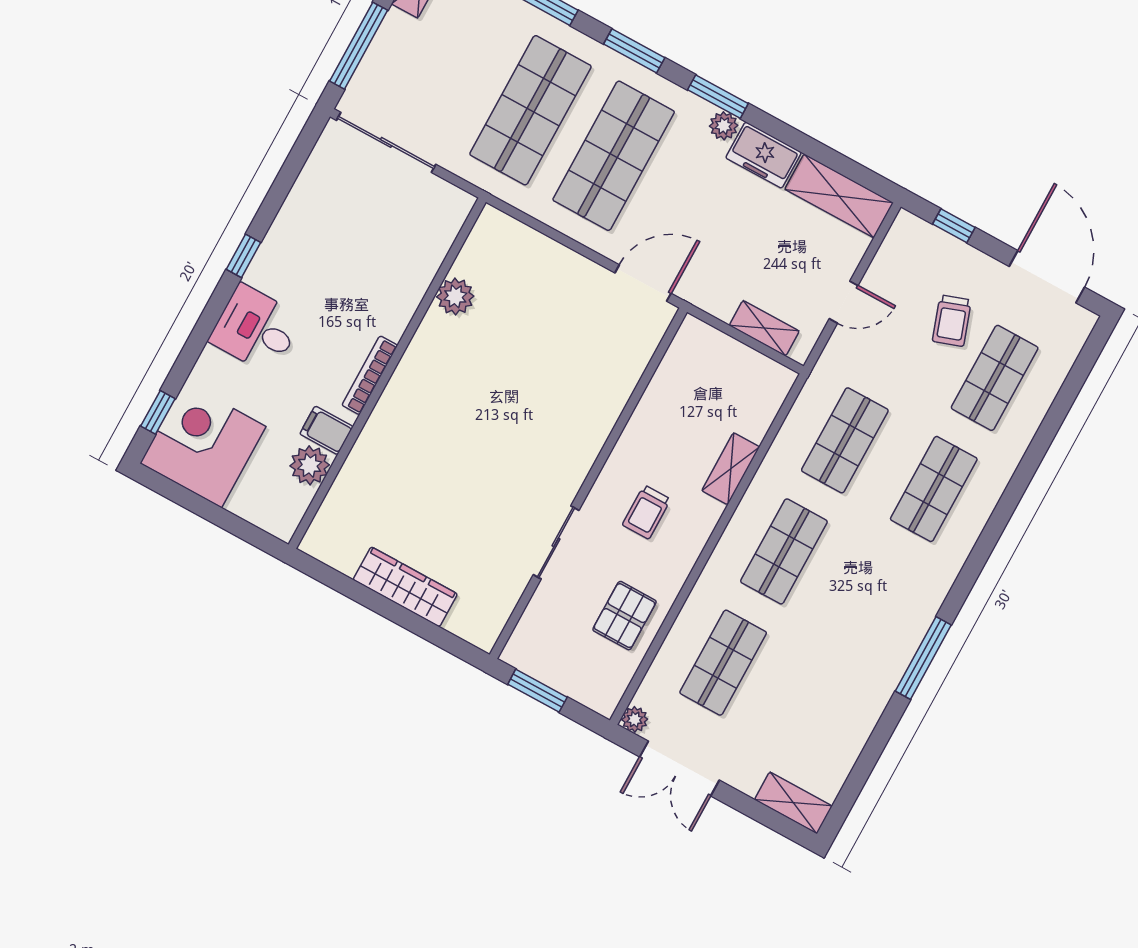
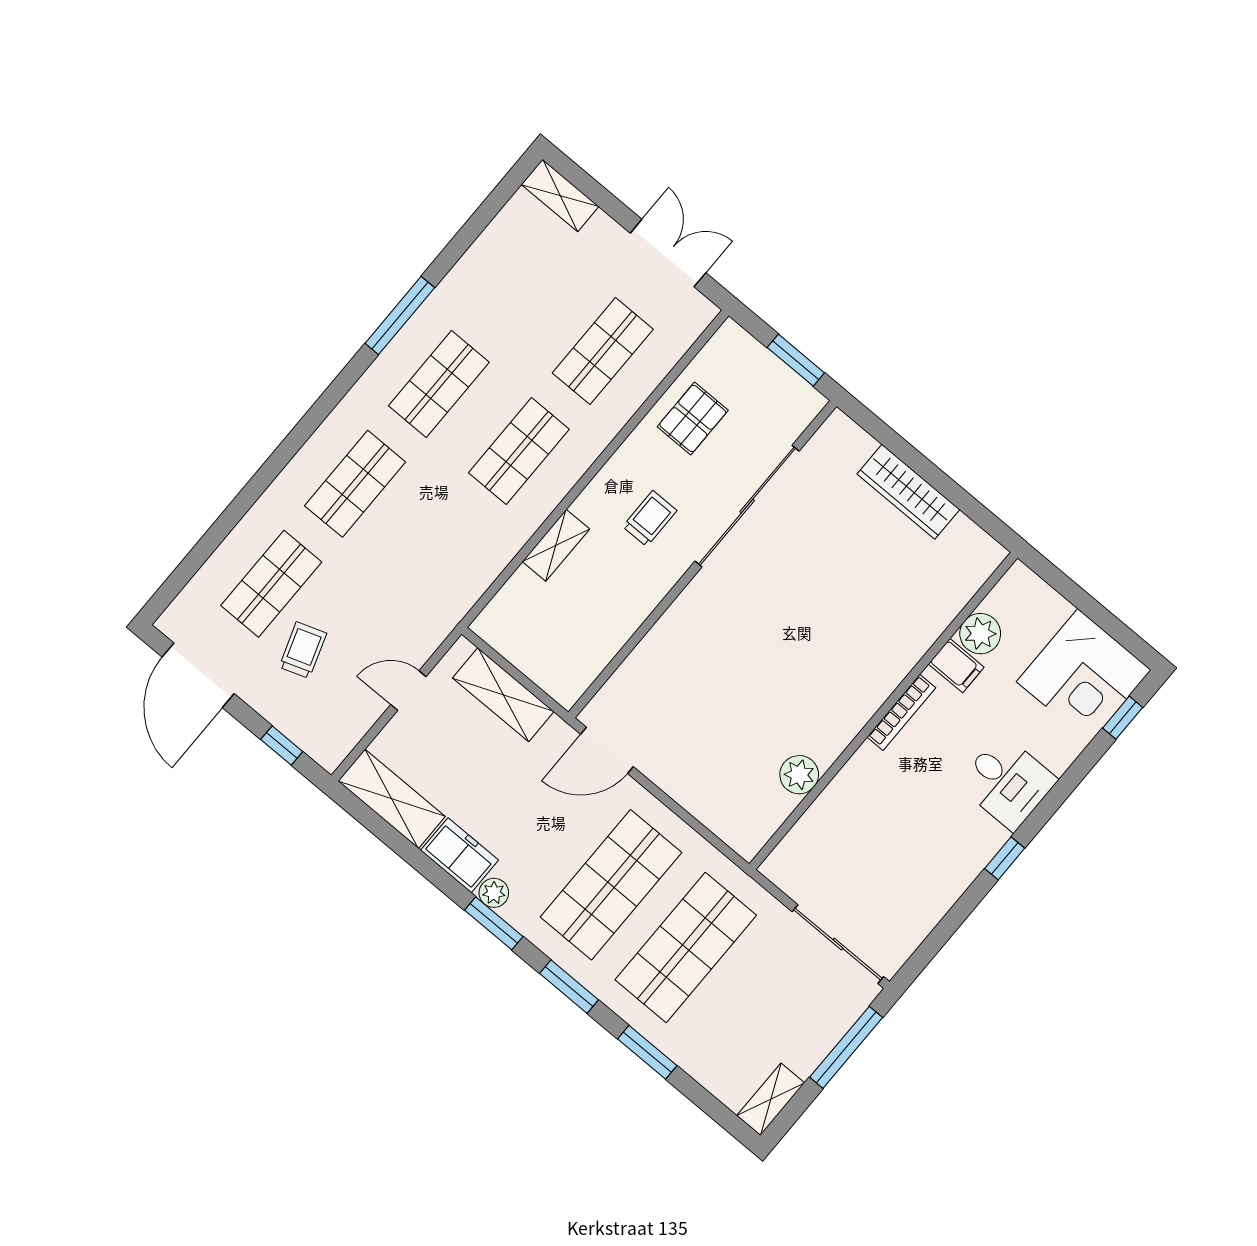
shelving: (764, 328) -> (503, 695), width x1.50, depth x1.33
shop shelf: (845, 440) -> (439, 384), moved
sliding door: (556, 542) -> (747, 506), width x1.86
plant: (635, 719) -> (703, 312), removed

